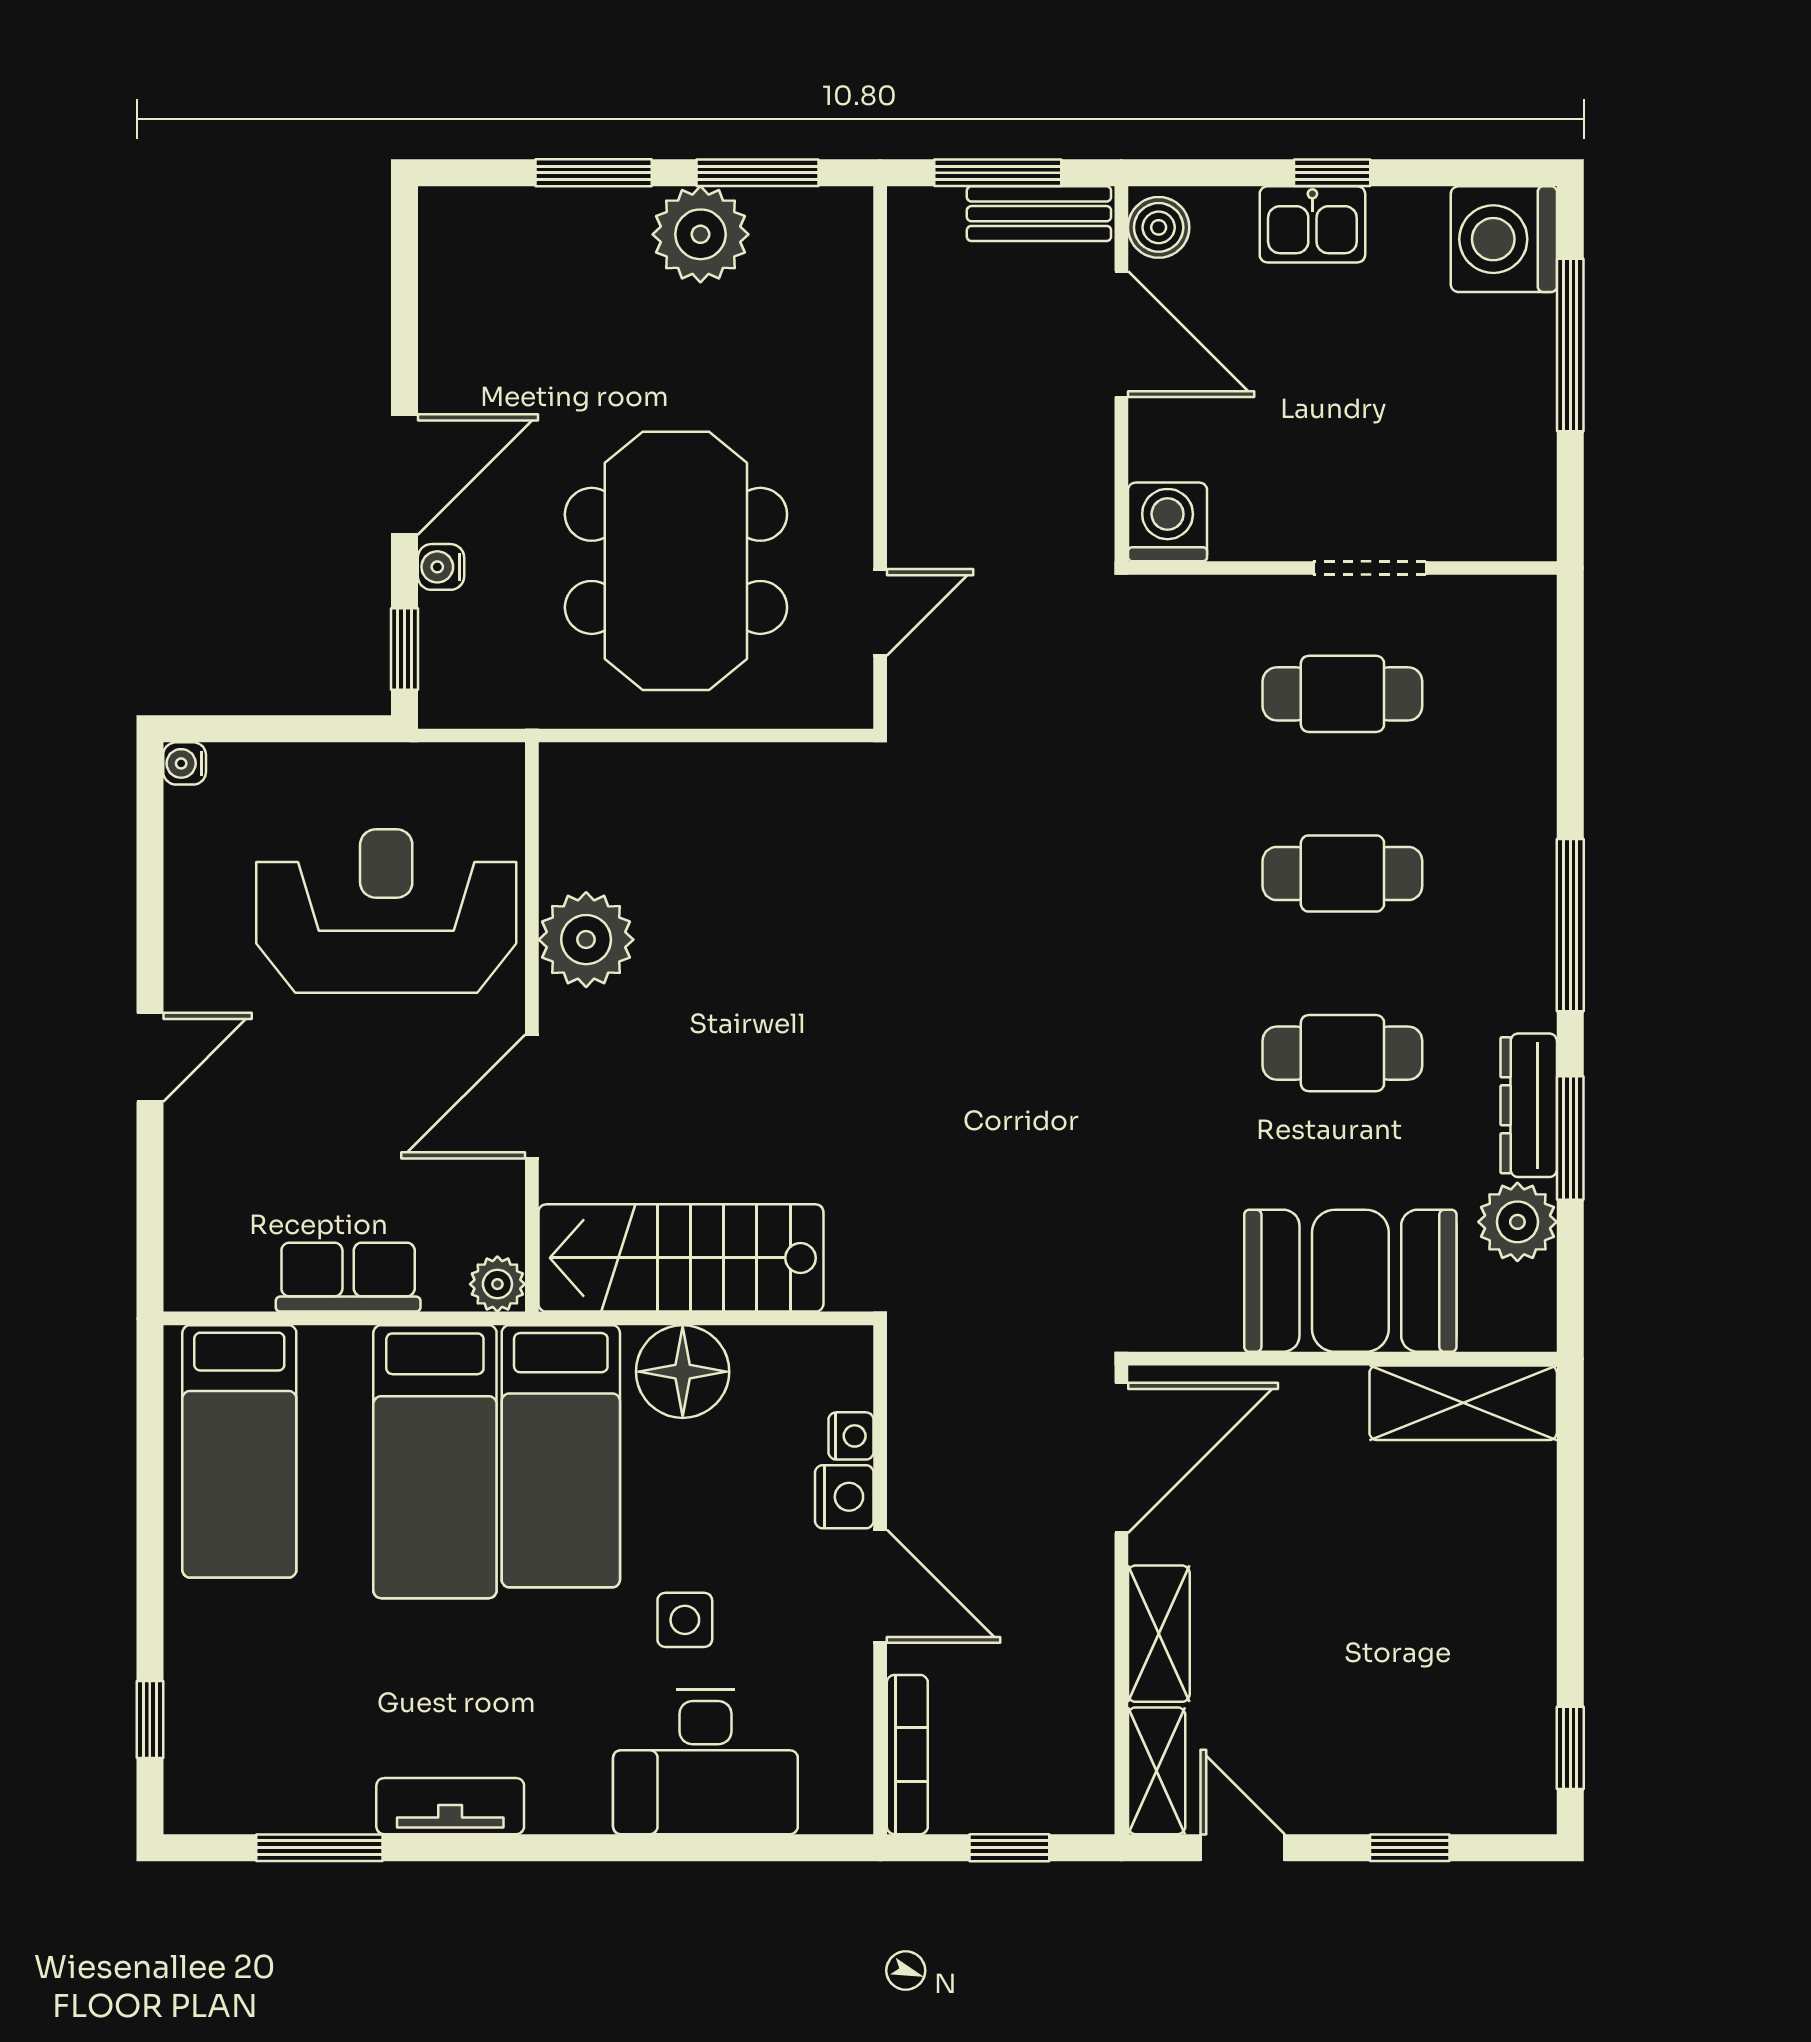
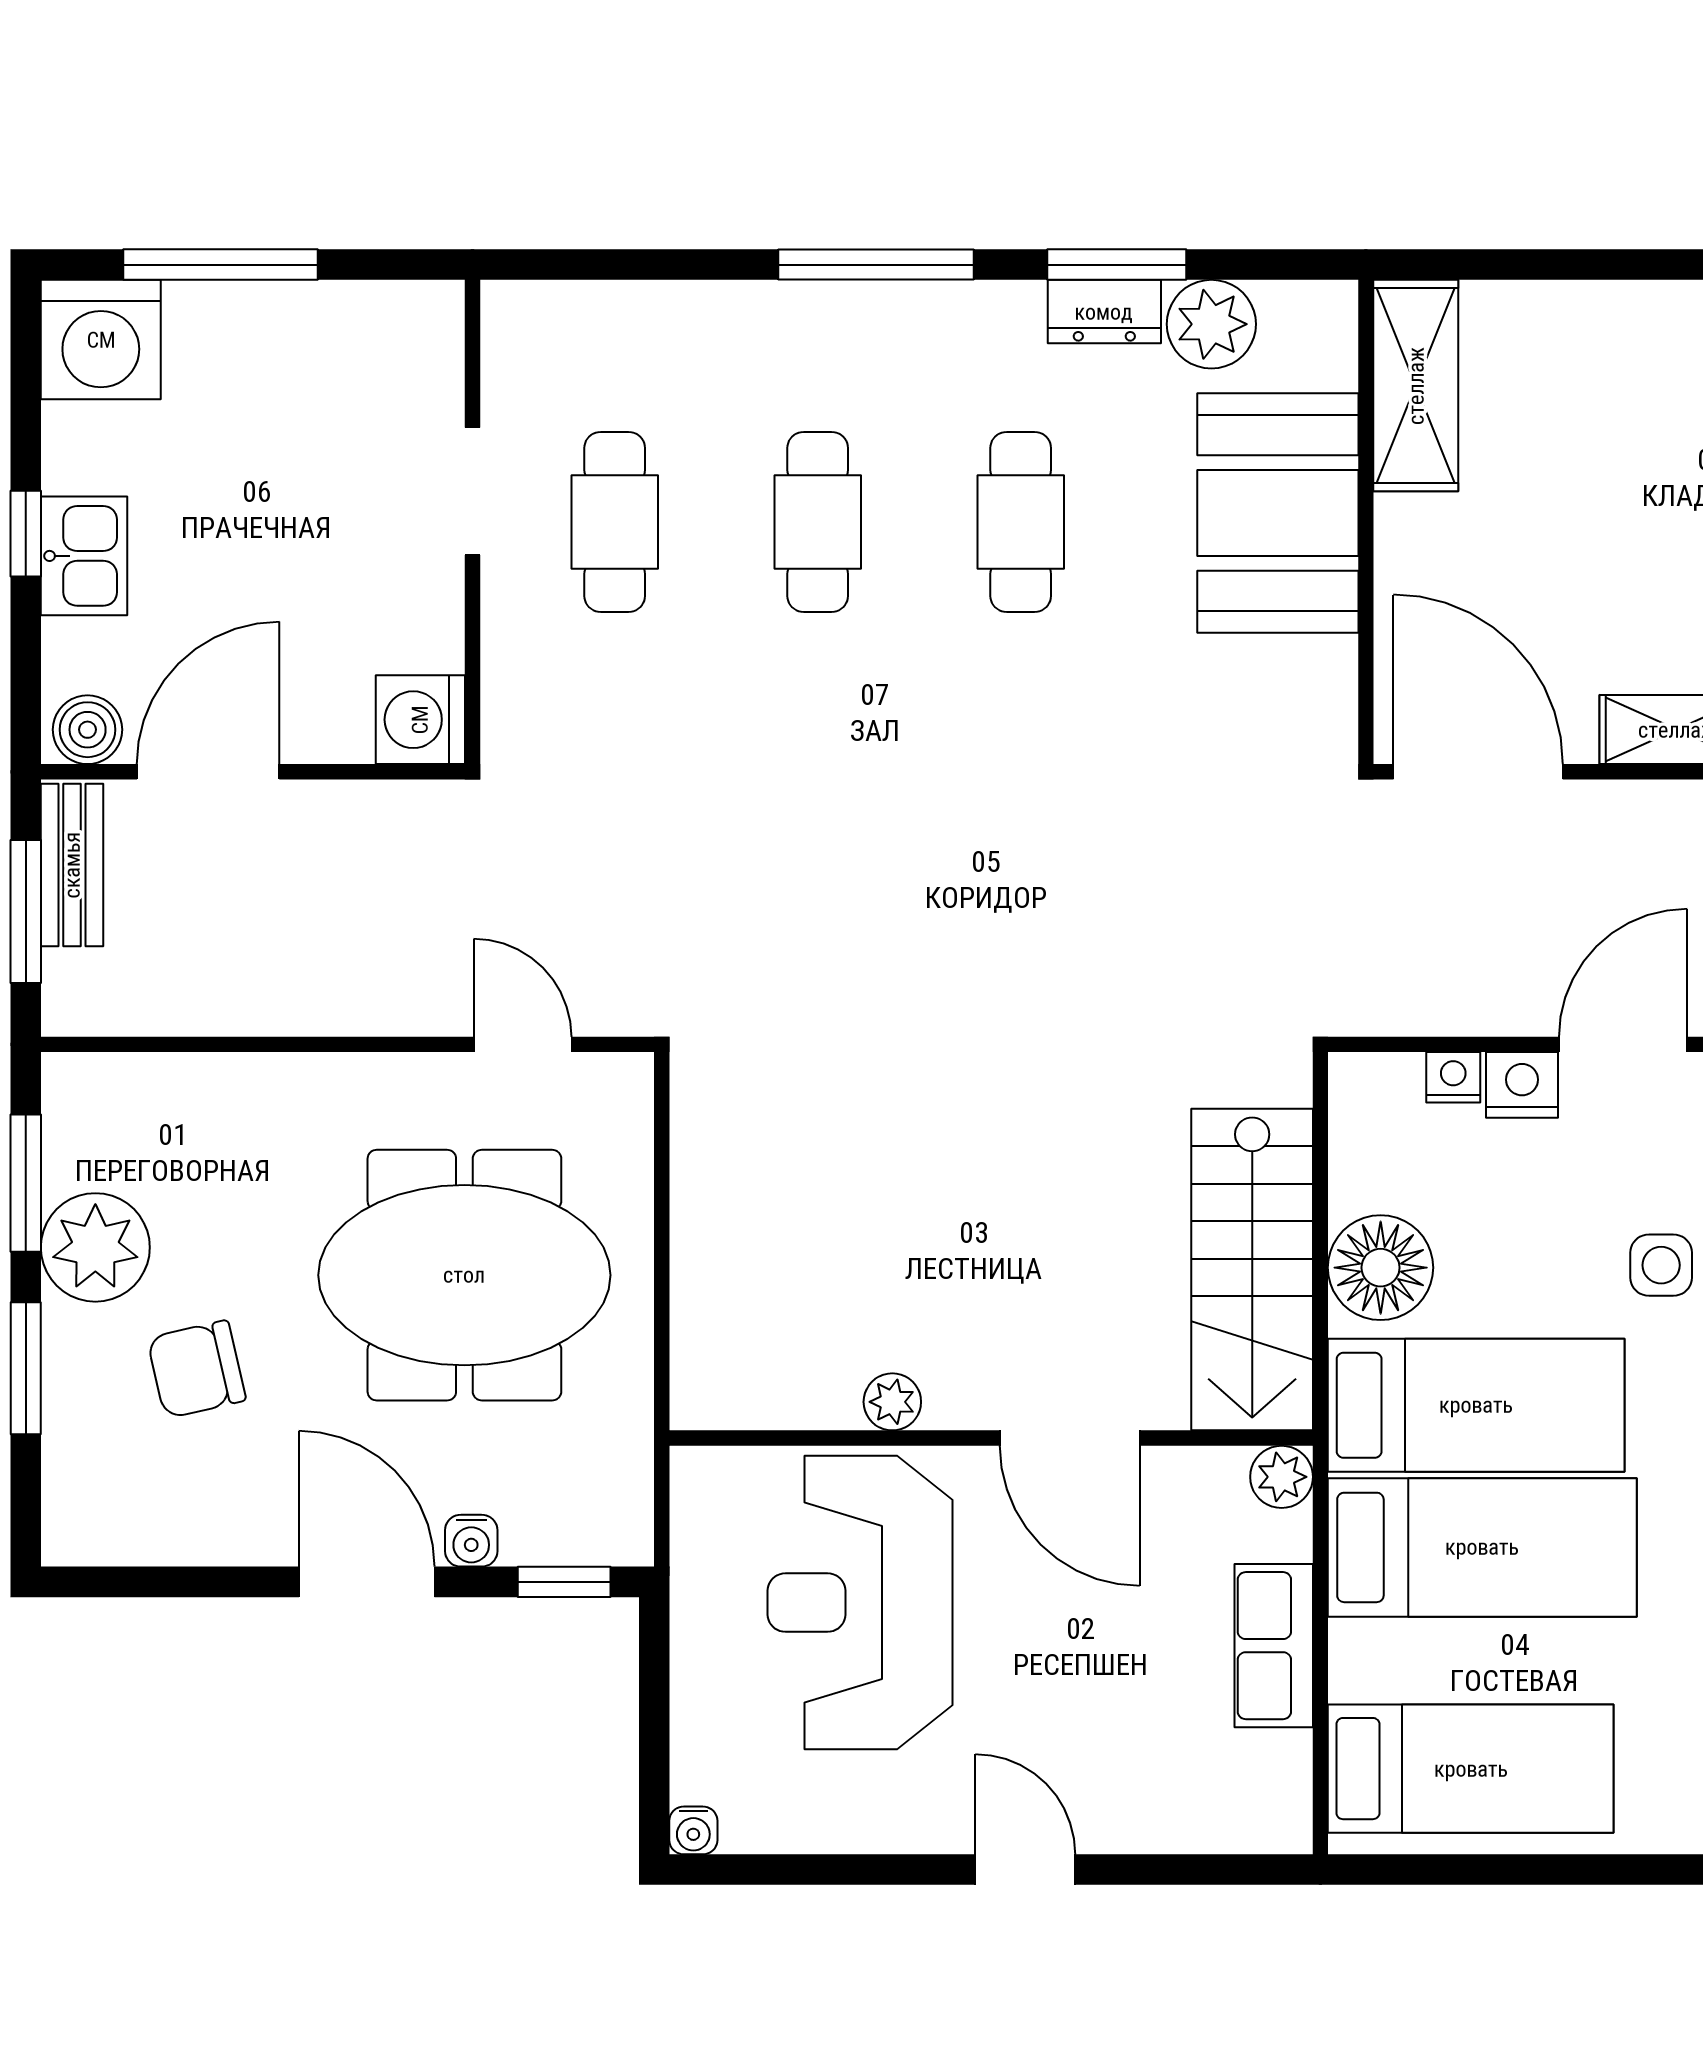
chair: (593, 324) -> (197, 1369), added
plant: (586, 940) -> (892, 1402), width x0.53, depth x0.53
dresser: (1529, 1105) -> (1104, 312), width x0.70

